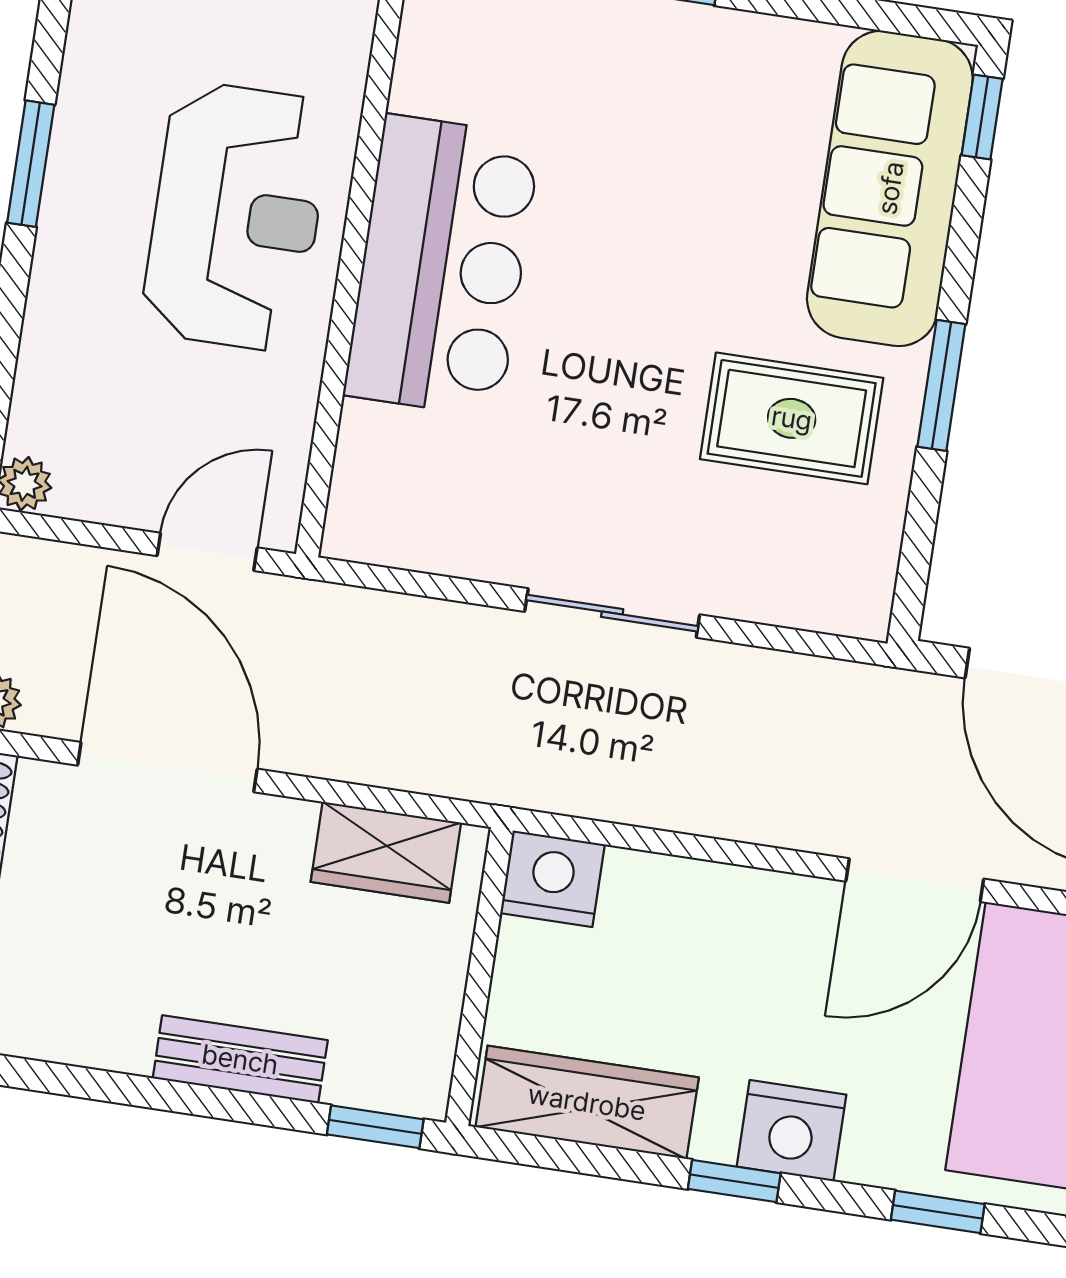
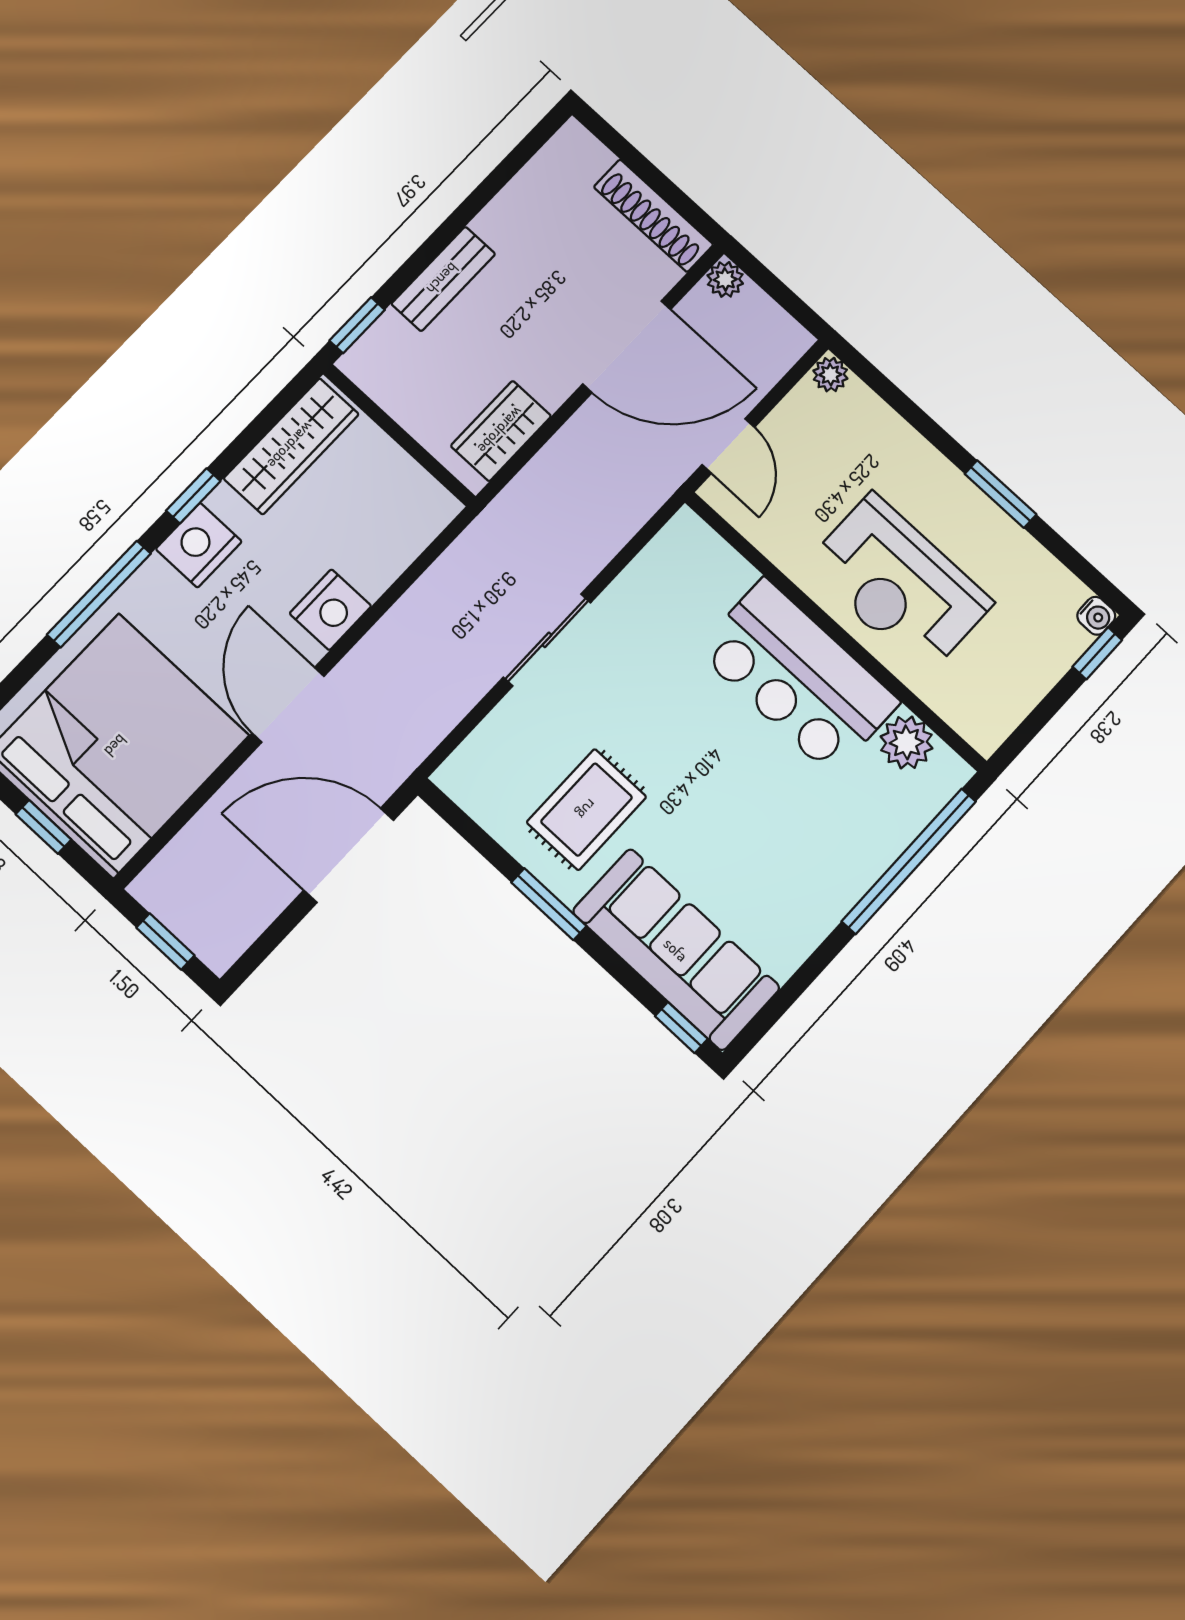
plant: (433, 73) -> (906, 742), added
nightstand: (553, 879) -> (330, 610), moved
window: (938, 1212) -> (99, 594), width x2.17

